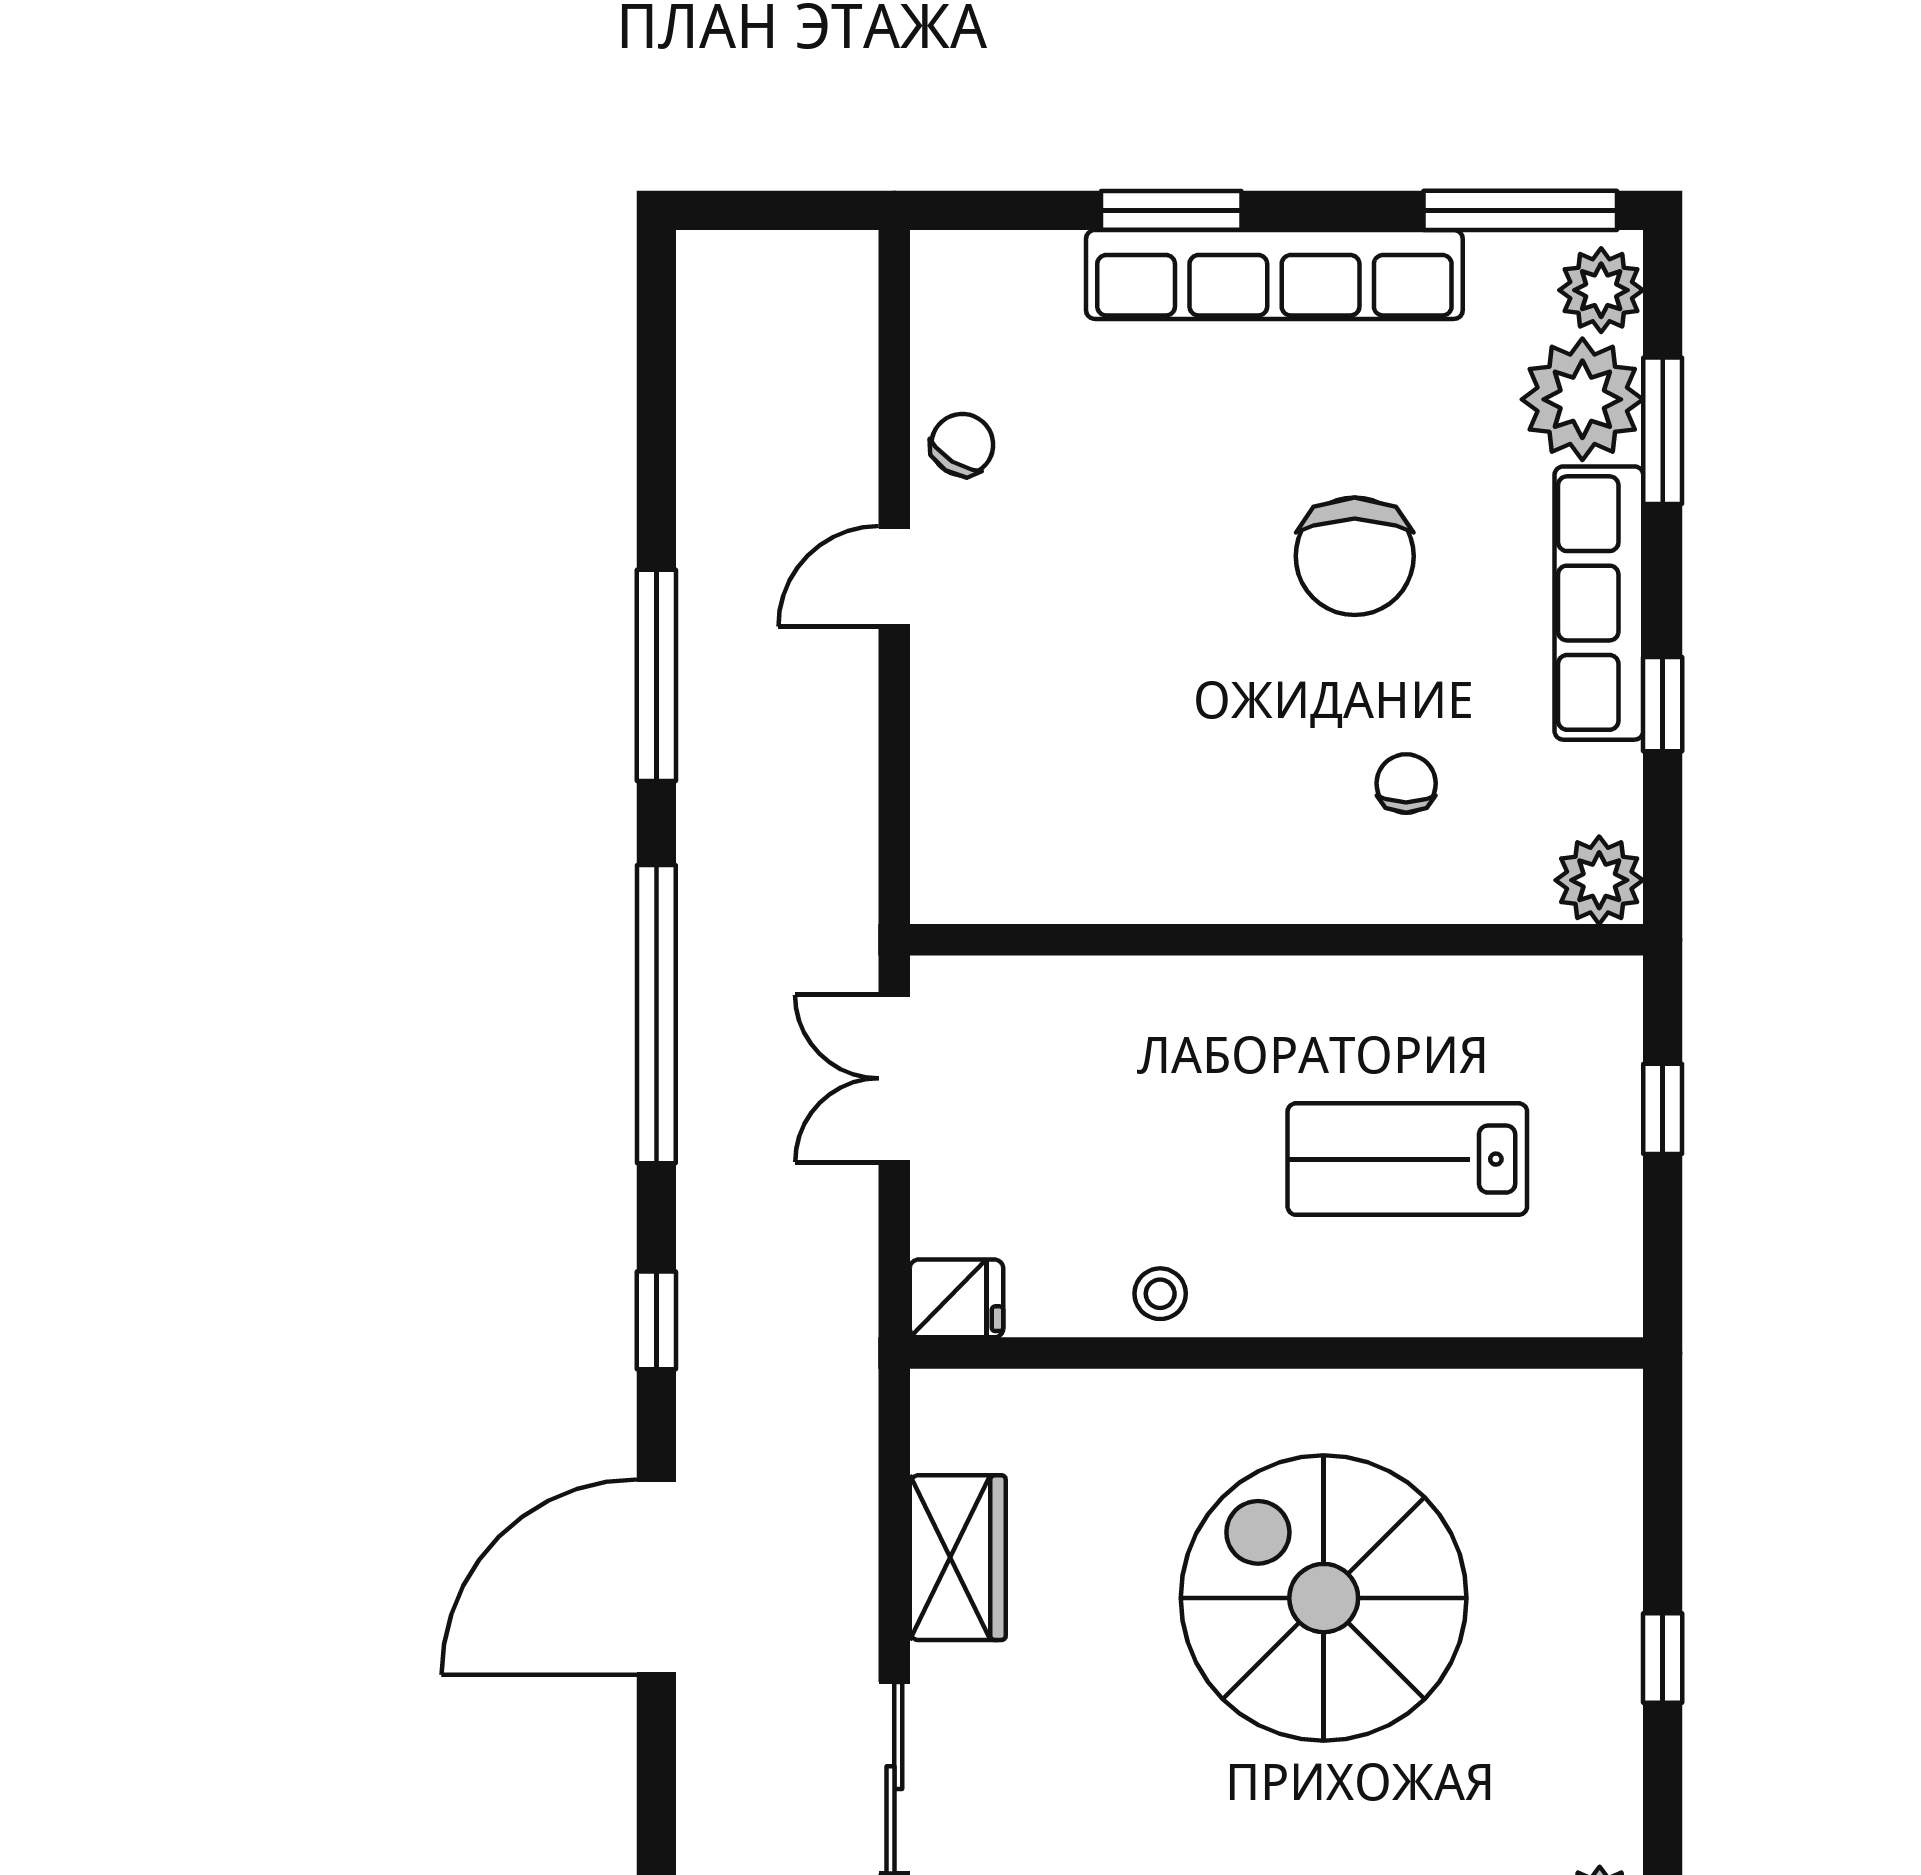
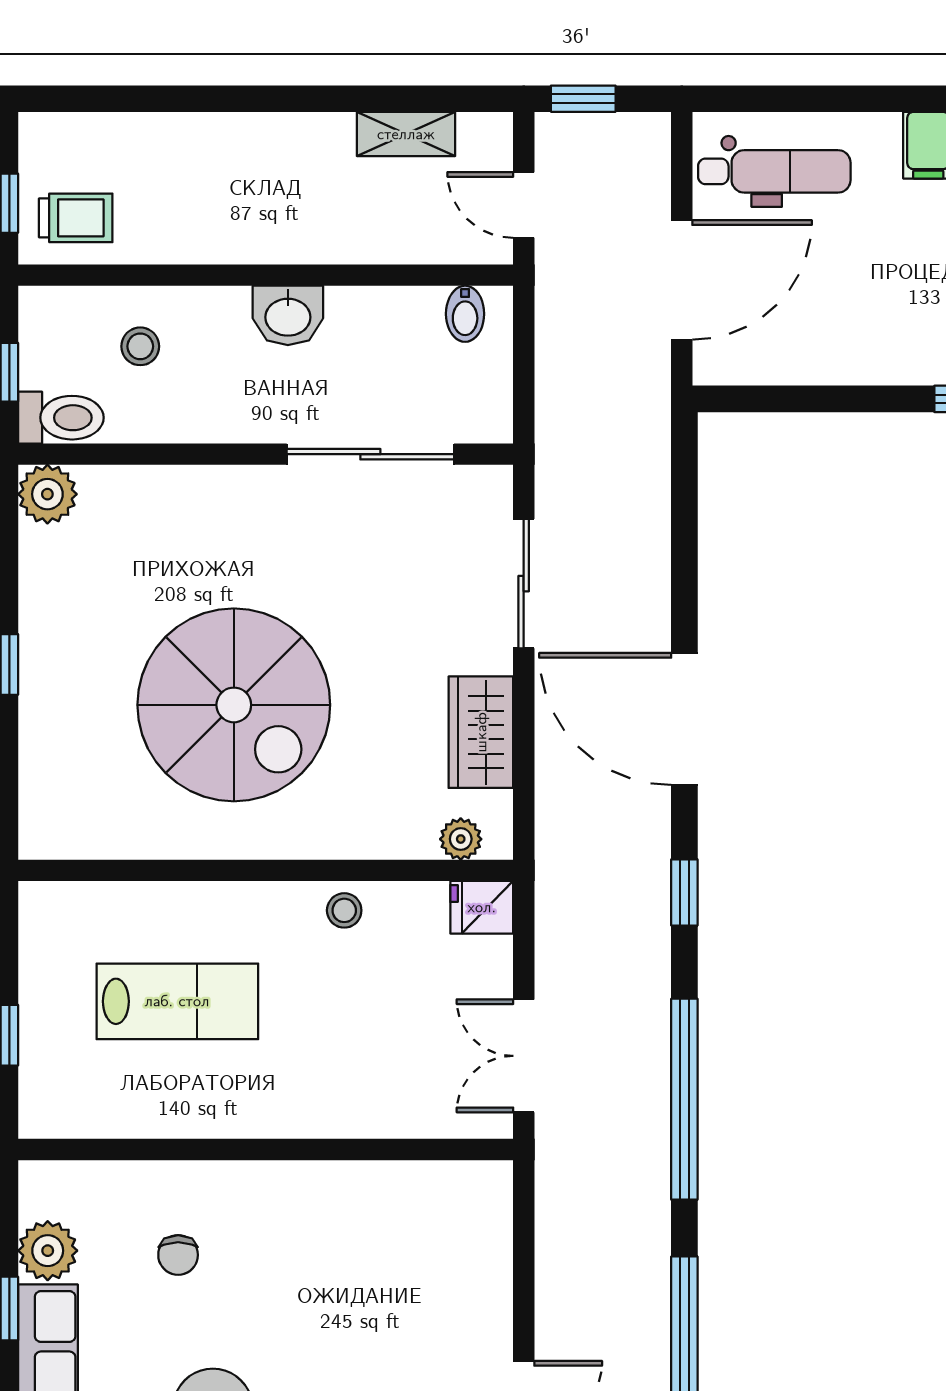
plant: (1599, 880) -> (48, 1251), moved
double door: (894, 1078) -> (524, 1056), swing flipped
plant: (988, 1399) -> (461, 839), added
door: (656, 1577) -> (684, 719), swing flipped

